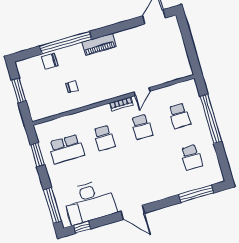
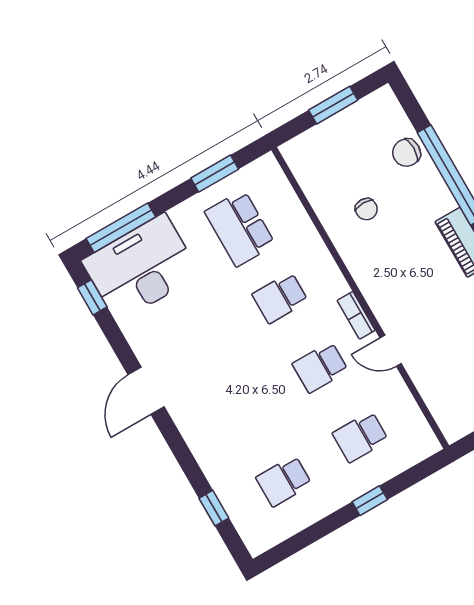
chair: (50, 61) -> (406, 153), turned -90
window: (211, 119) -> (370, 501), width x0.32
window: (196, 194) -> (214, 508), width x0.46
desk: (90, 202) -> (141, 268), moved, turned 90

